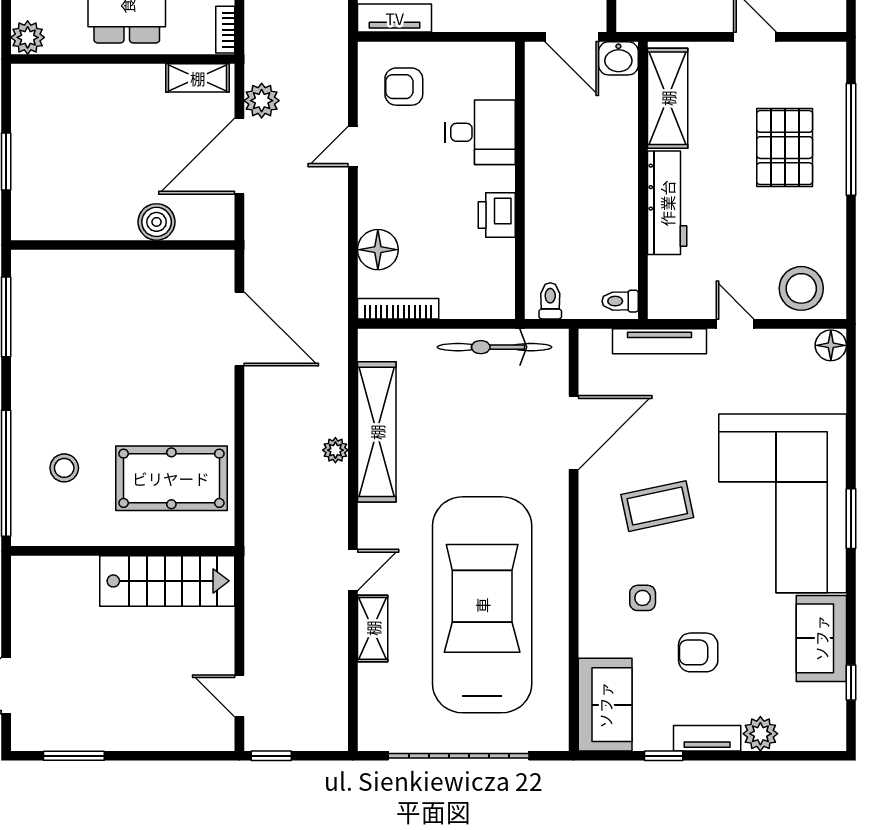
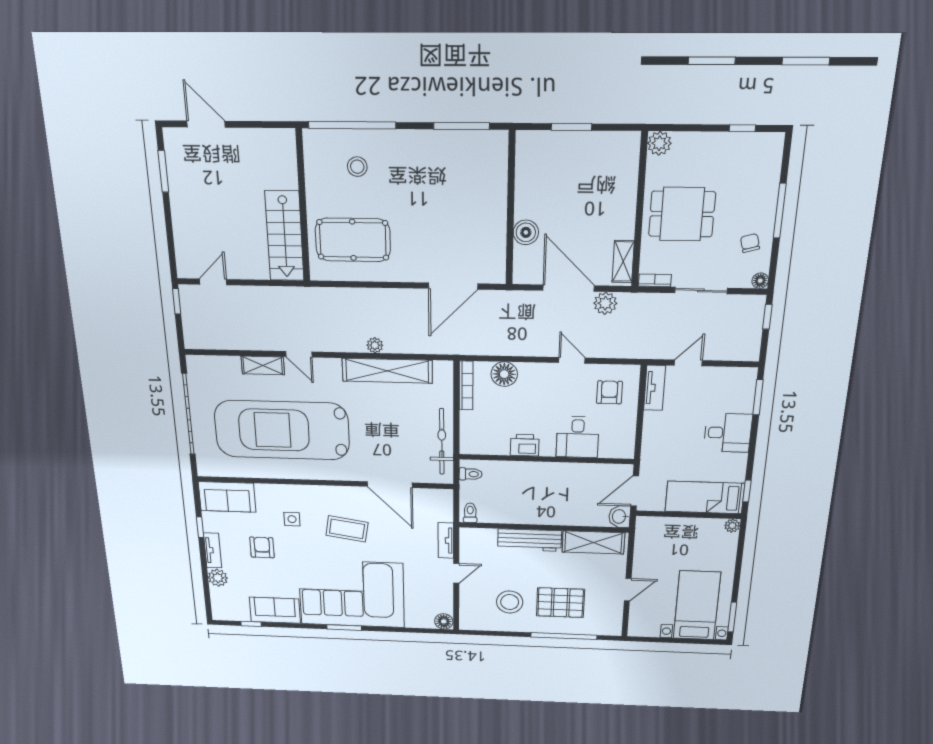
stool: (801, 288) -> (510, 602), moved
tv unit: (660, 341) -> (446, 540), width x0.71
pool table: (171, 478) -> (353, 240), turned 90
coffee table: (657, 506) -> (347, 529), turned -69
car: (482, 605) -> (282, 430), turned 180

